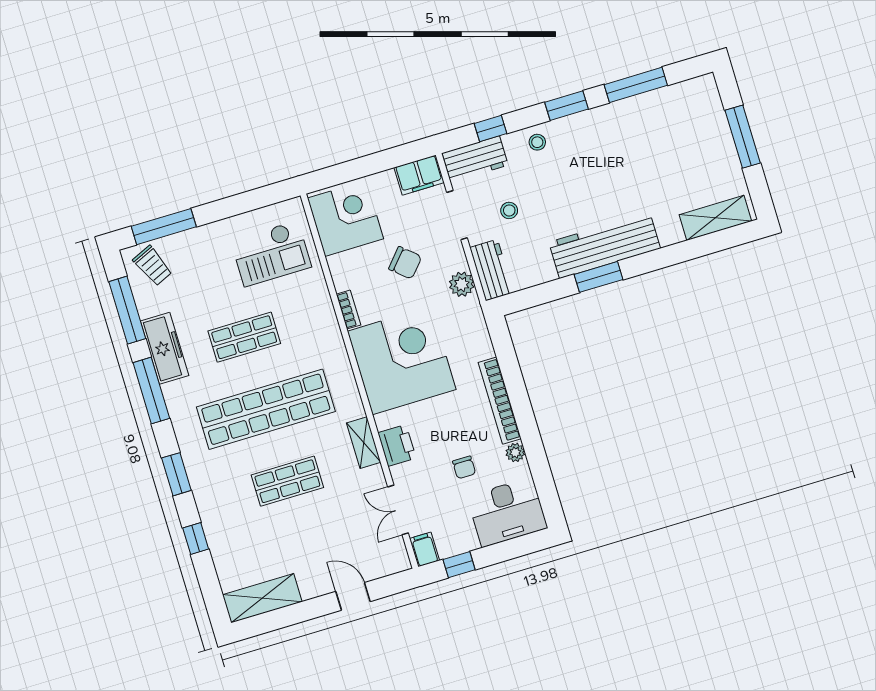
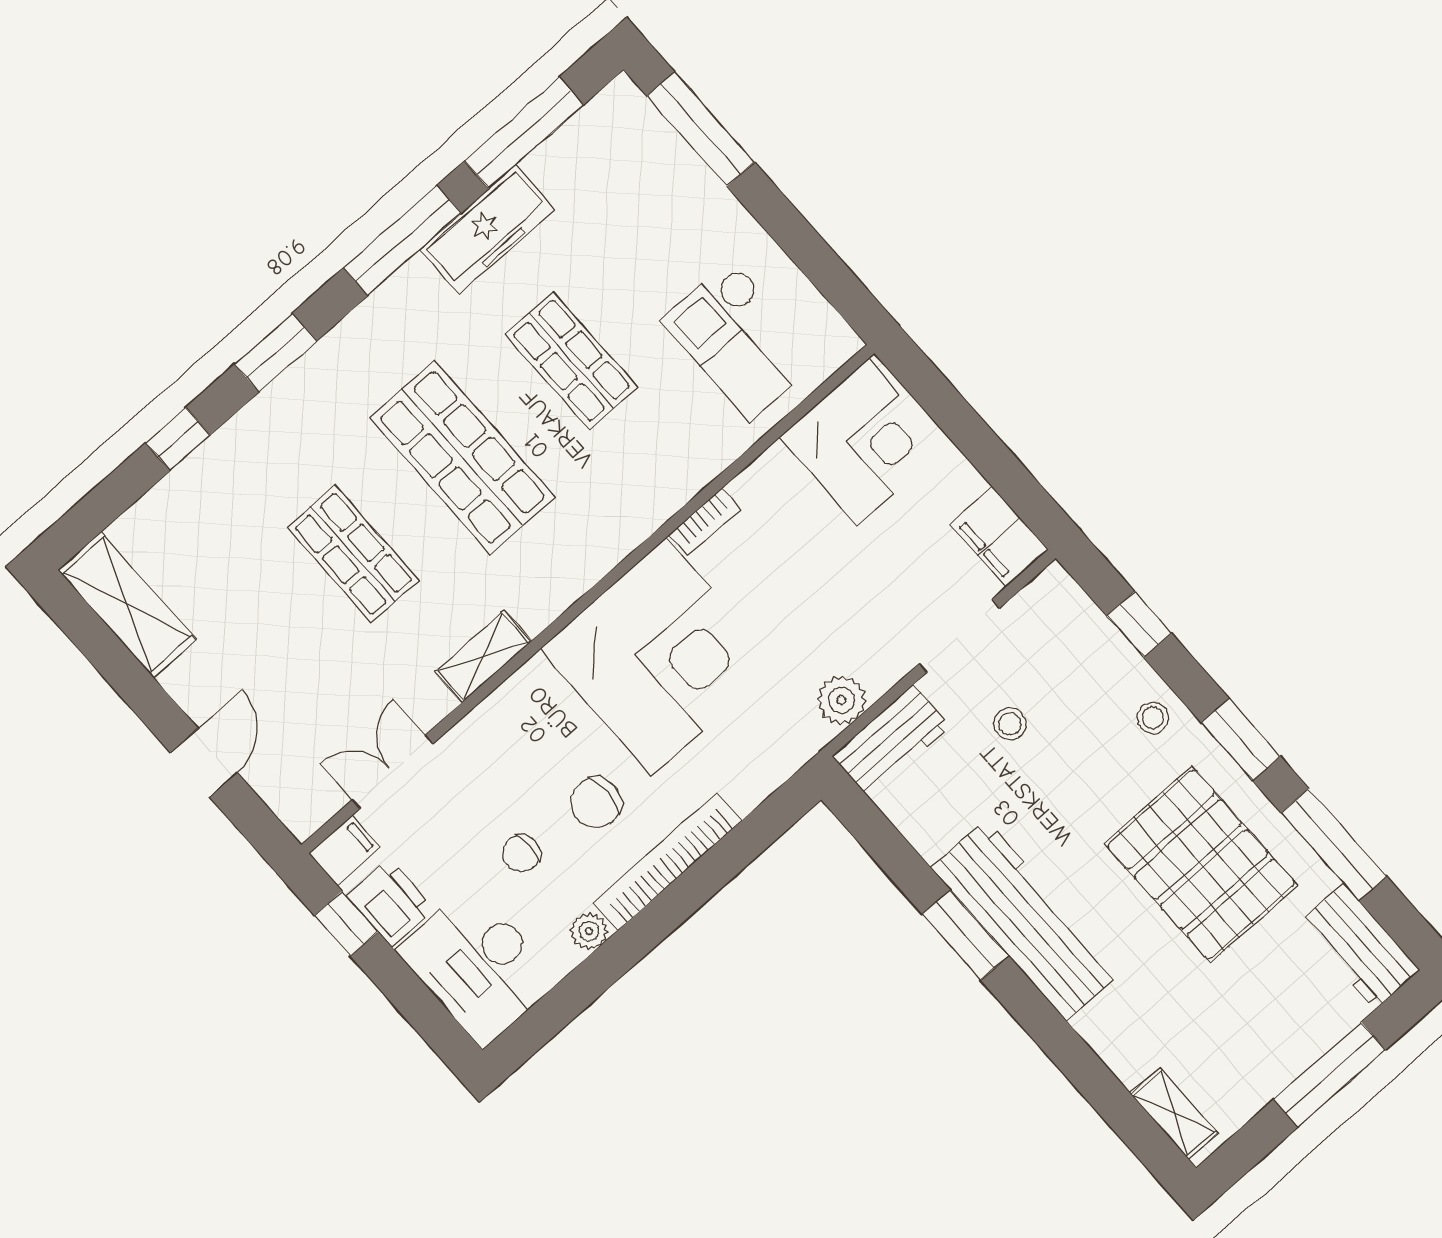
pallet: (616, 151) -> (1201, 865), added
workbench: (475, 159) -> (1359, 946), moved
shelving: (715, 218) -> (1174, 1113), width x0.67, depth x0.75
chair: (405, 263) -> (596, 803), moved, turned 49
trolley: (153, 266) -> (623, 141), removed
shop shelf: (266, 409) -> (462, 457), width x0.71
printer: (397, 445) -> (390, 903), moved, turned -90

